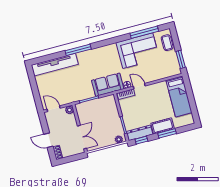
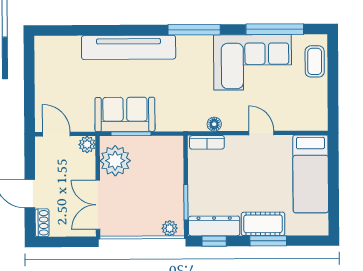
window: (78, 50) -> (194, 30), moved
window: (181, 59) -> (333, 101), removed
tv unit: (55, 65) -> (129, 47), moved
sofa: (108, 85) -> (125, 114), moved
door: (139, 86) -> (261, 133), moved
plant: (85, 114) -> (115, 161), added
double door: (82, 137) -> (98, 205), swing flipped

